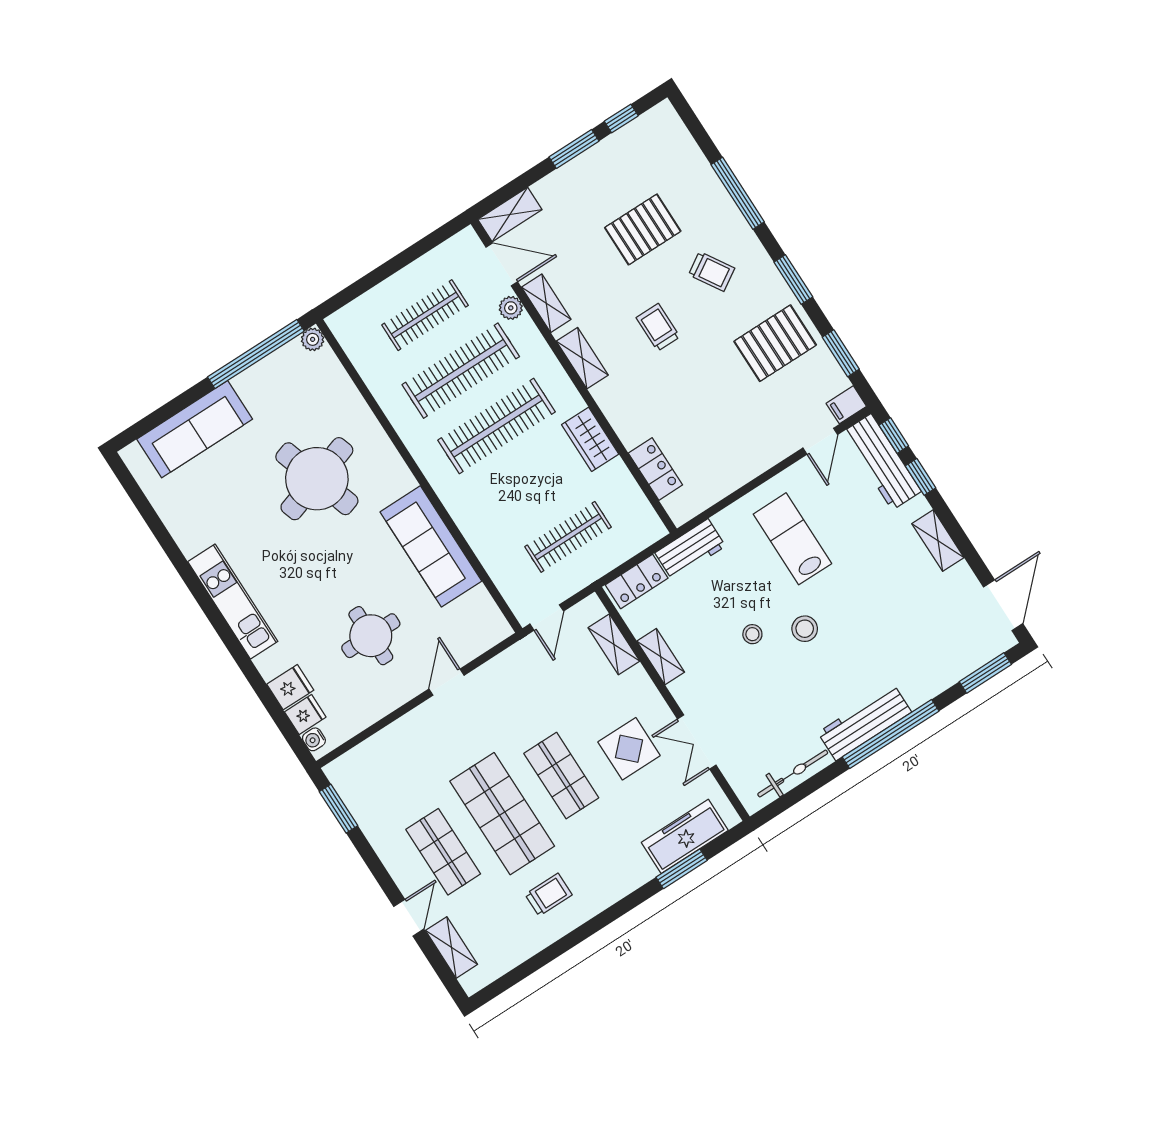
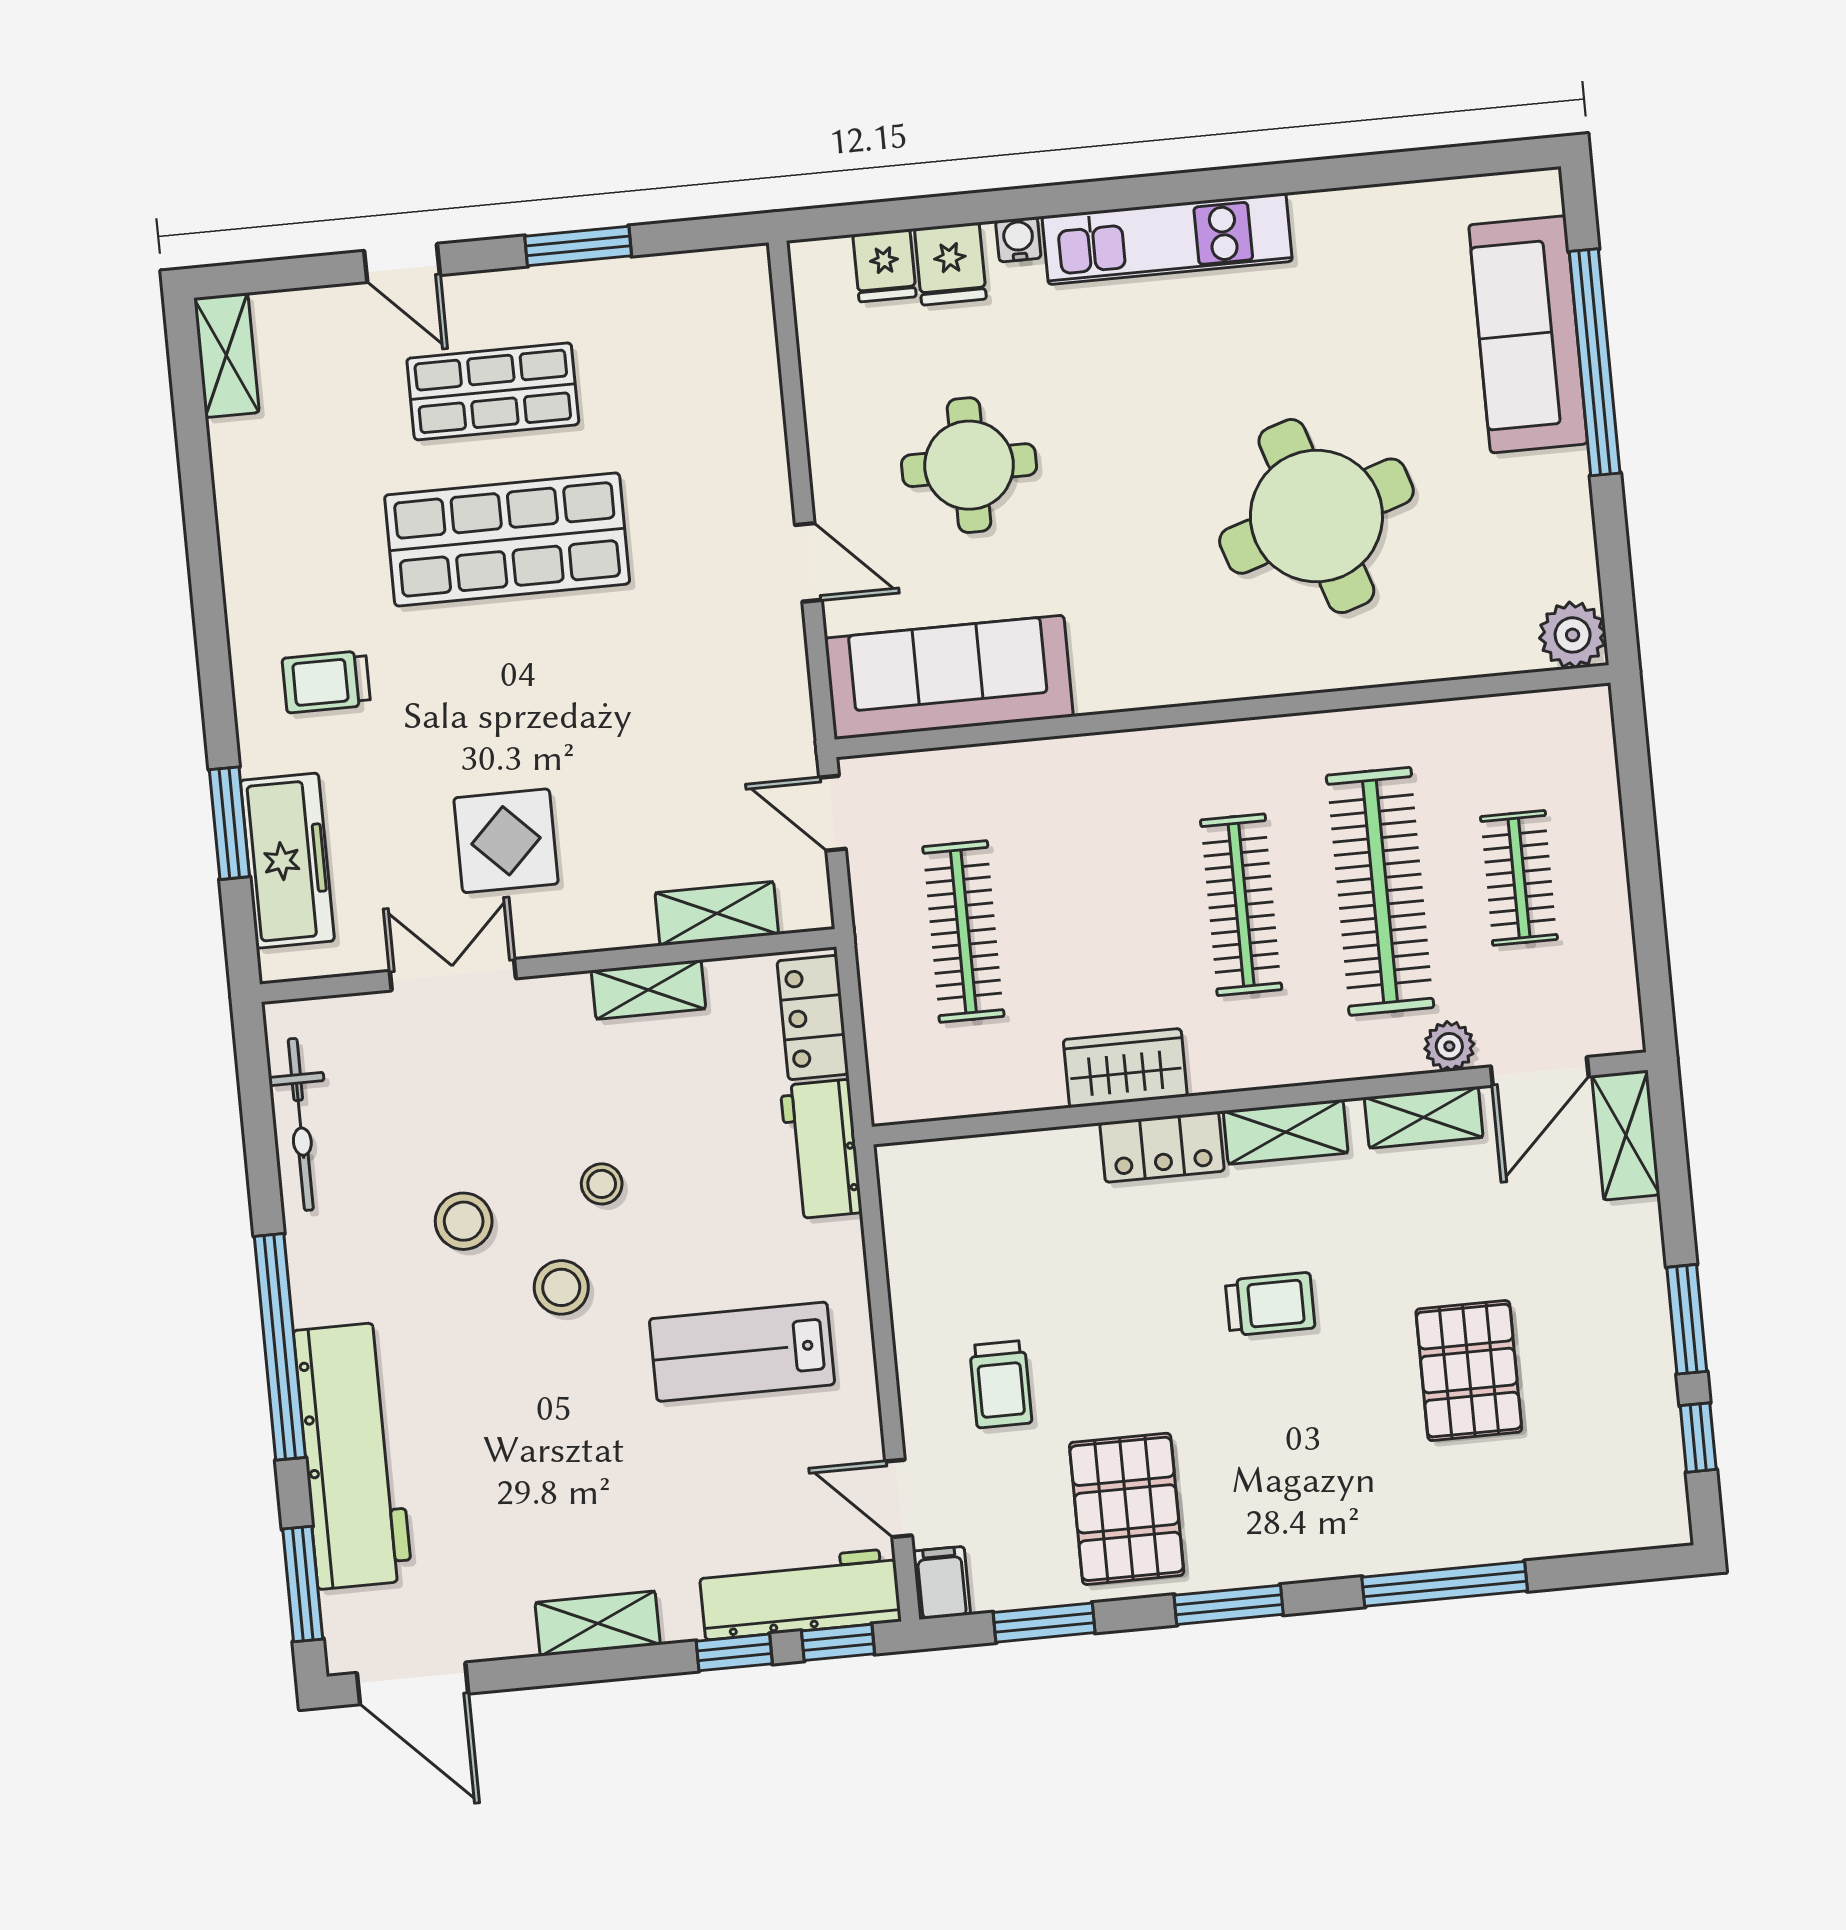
trolley: (712, 271) -> (1001, 1384), moved, turned -58
clothes rail: (425, 315) -> (1519, 878), width x0.73
plant: (313, 339) -> (1573, 635), width x1.38, depth x1.38
window: (256, 354) -> (1595, 362), moved
clothes rail: (496, 426) -> (1241, 905), width x0.73, depth x0.76
locker: (655, 469) -> (1162, 1147), moved
lab bench: (792, 539) -> (742, 1352), turned 180
sofa: (431, 546) -> (949, 677), moved
stool: (798, 684) -> (464, 1221), added
workbench: (865, 722) -> (353, 1456), moved, width x1.36, depth x1.32
water cooler: (314, 739) -> (1018, 239), moved
shop shelf: (561, 776) -> (521, 687), removed
window: (339, 809) -> (578, 246), moved
trolley: (549, 895) -> (326, 682), moved, turned 90
shelving: (452, 947) -> (226, 355), moved, turned 90

